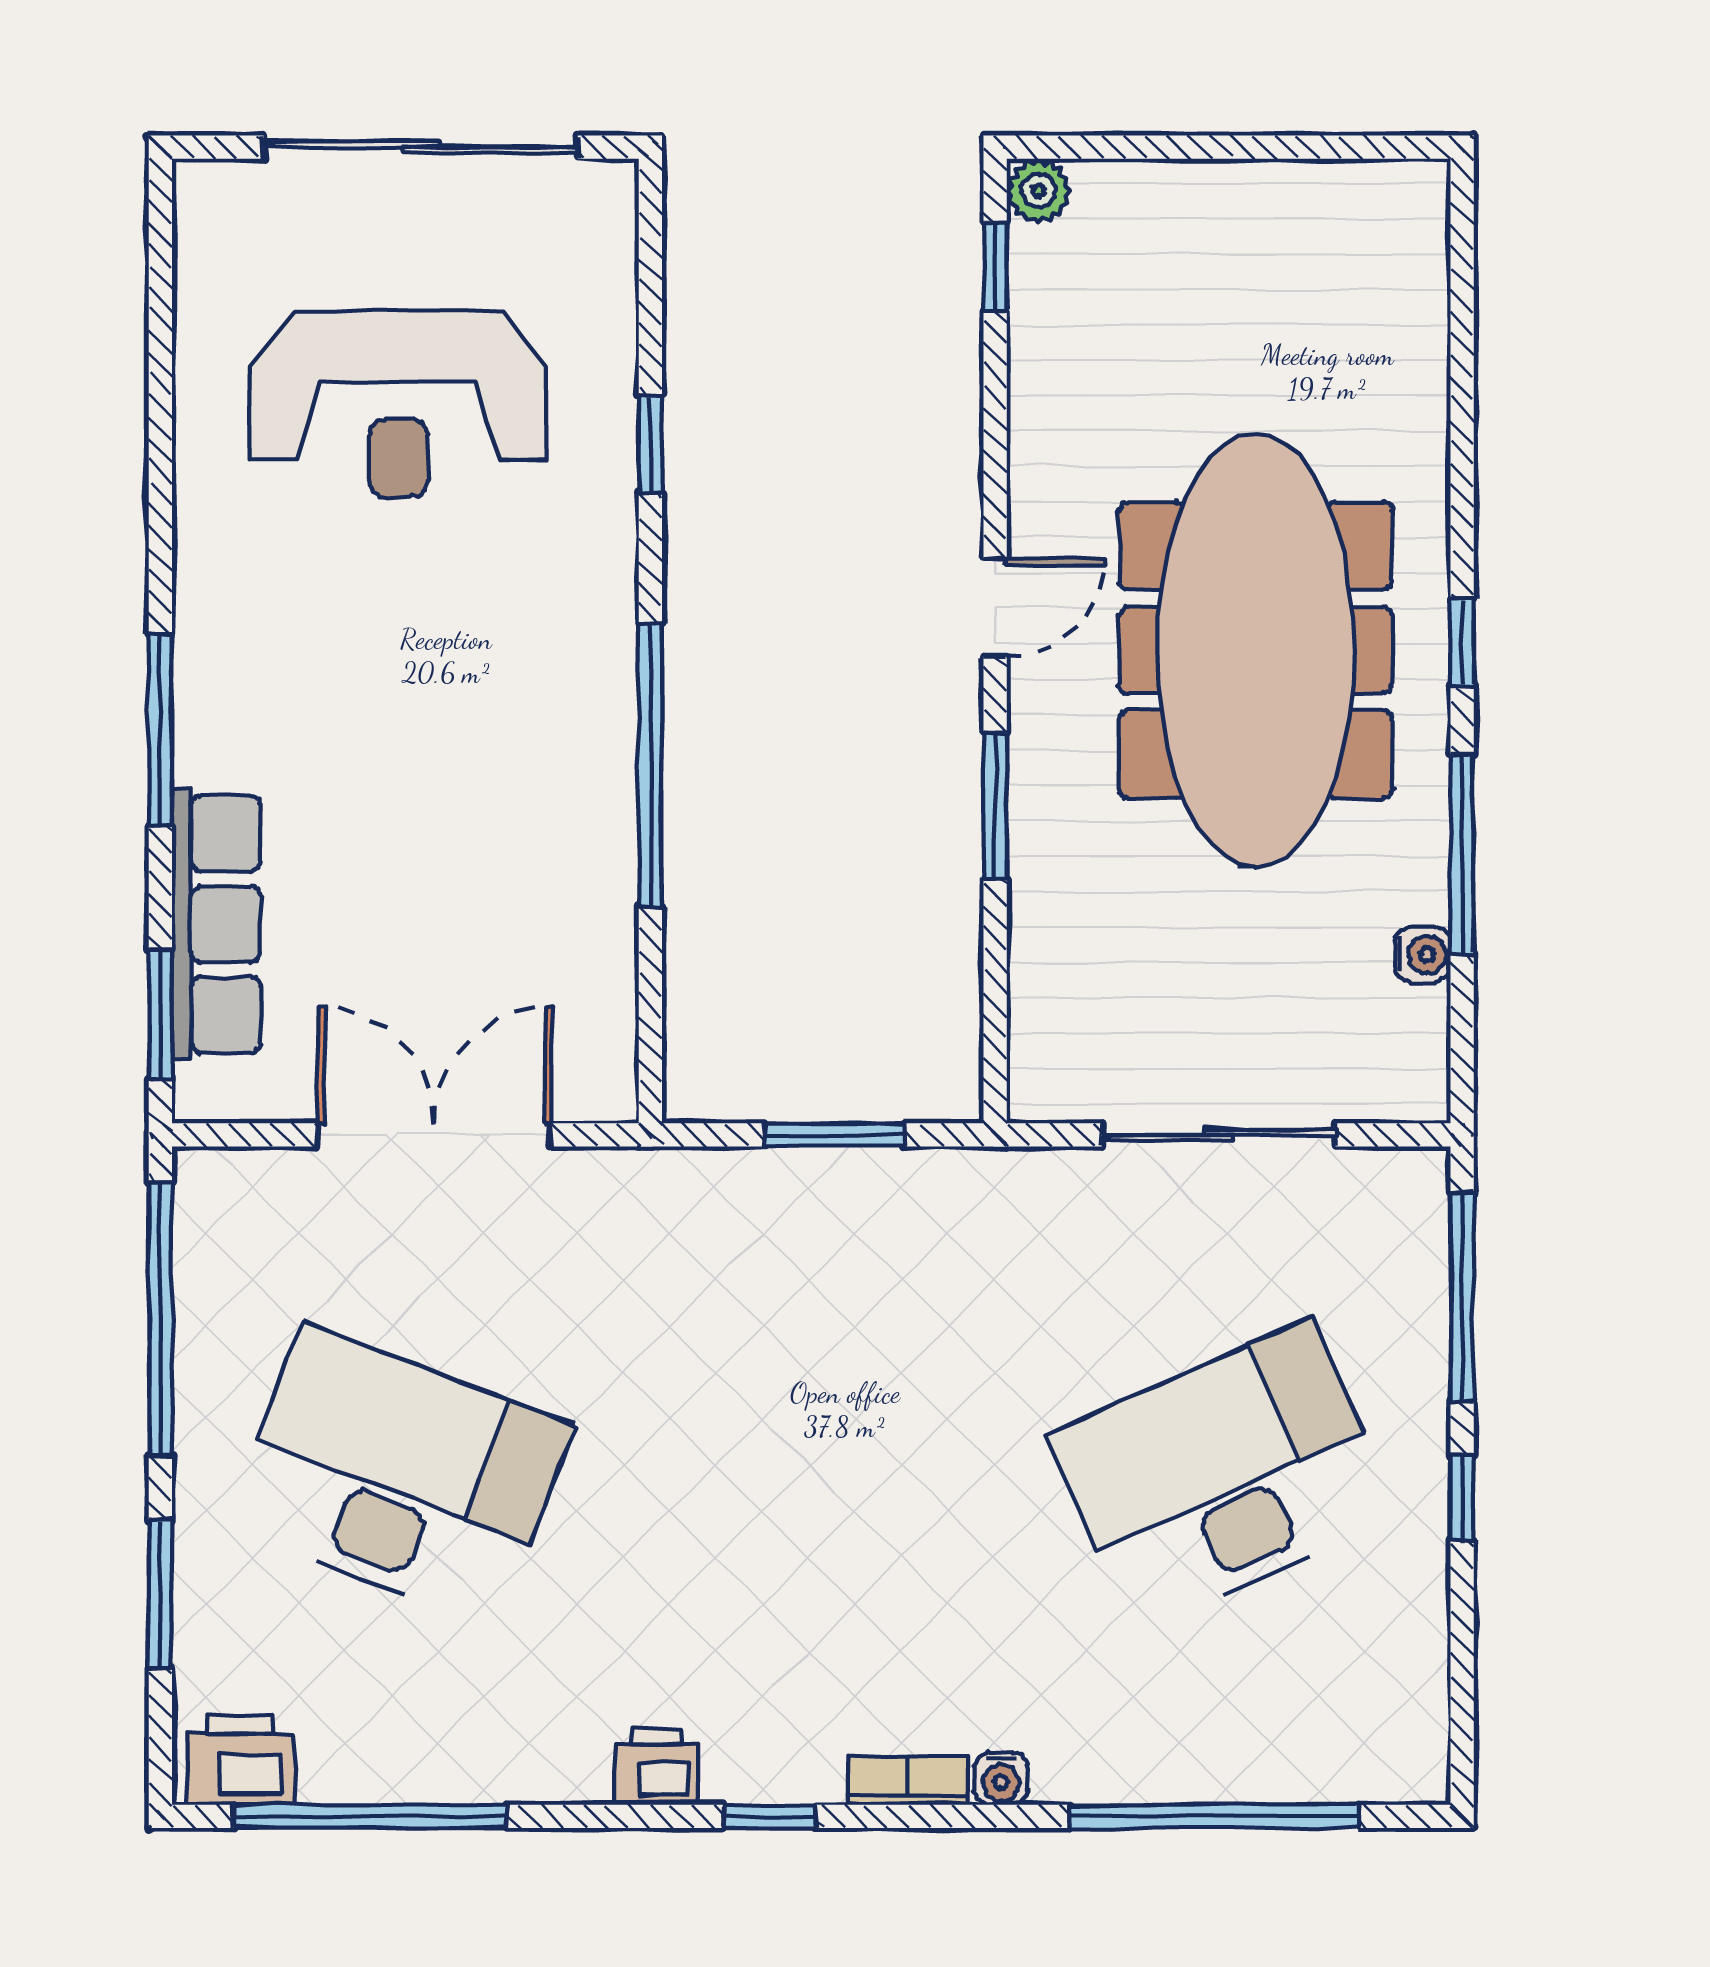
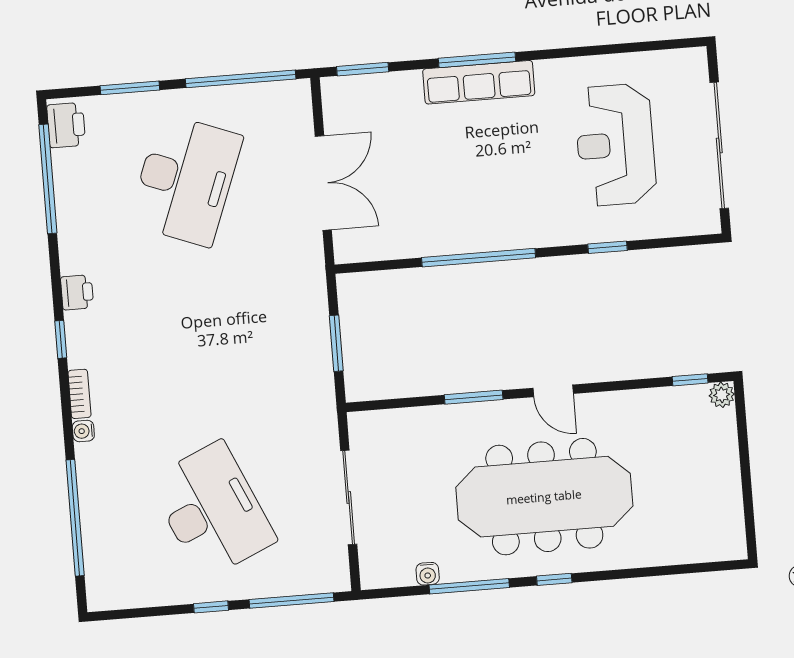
row of seats: (216, 924) -> (479, 82), moved

